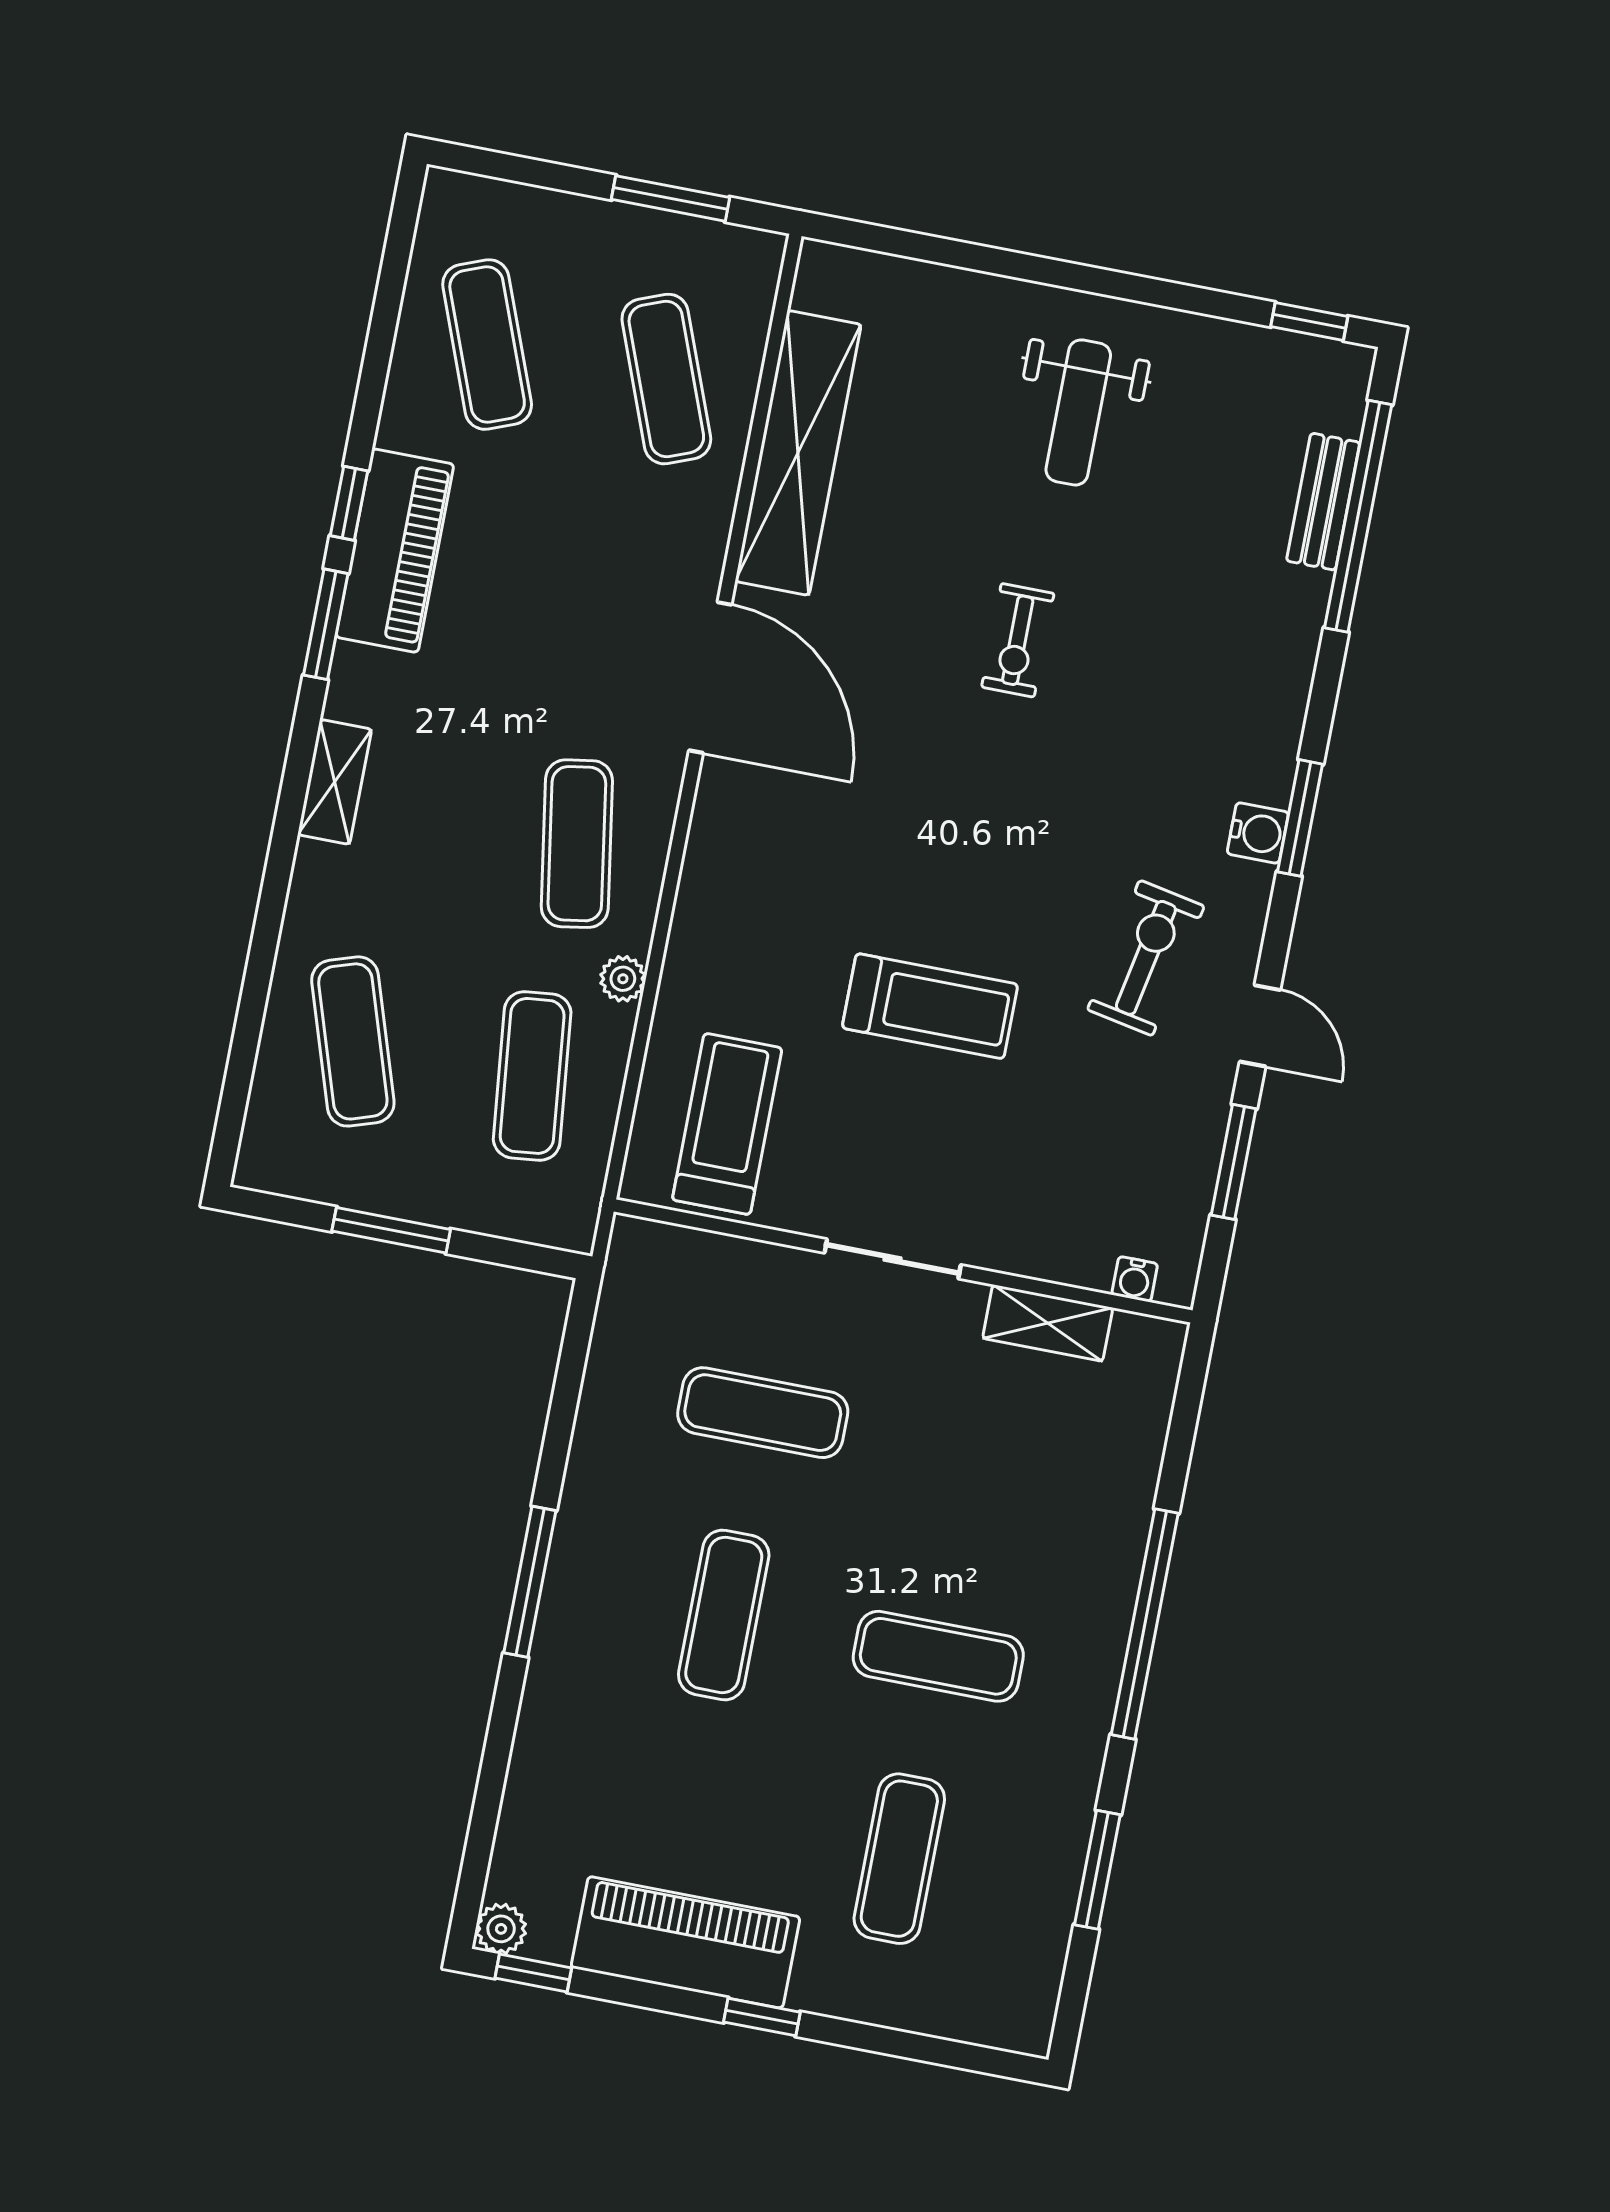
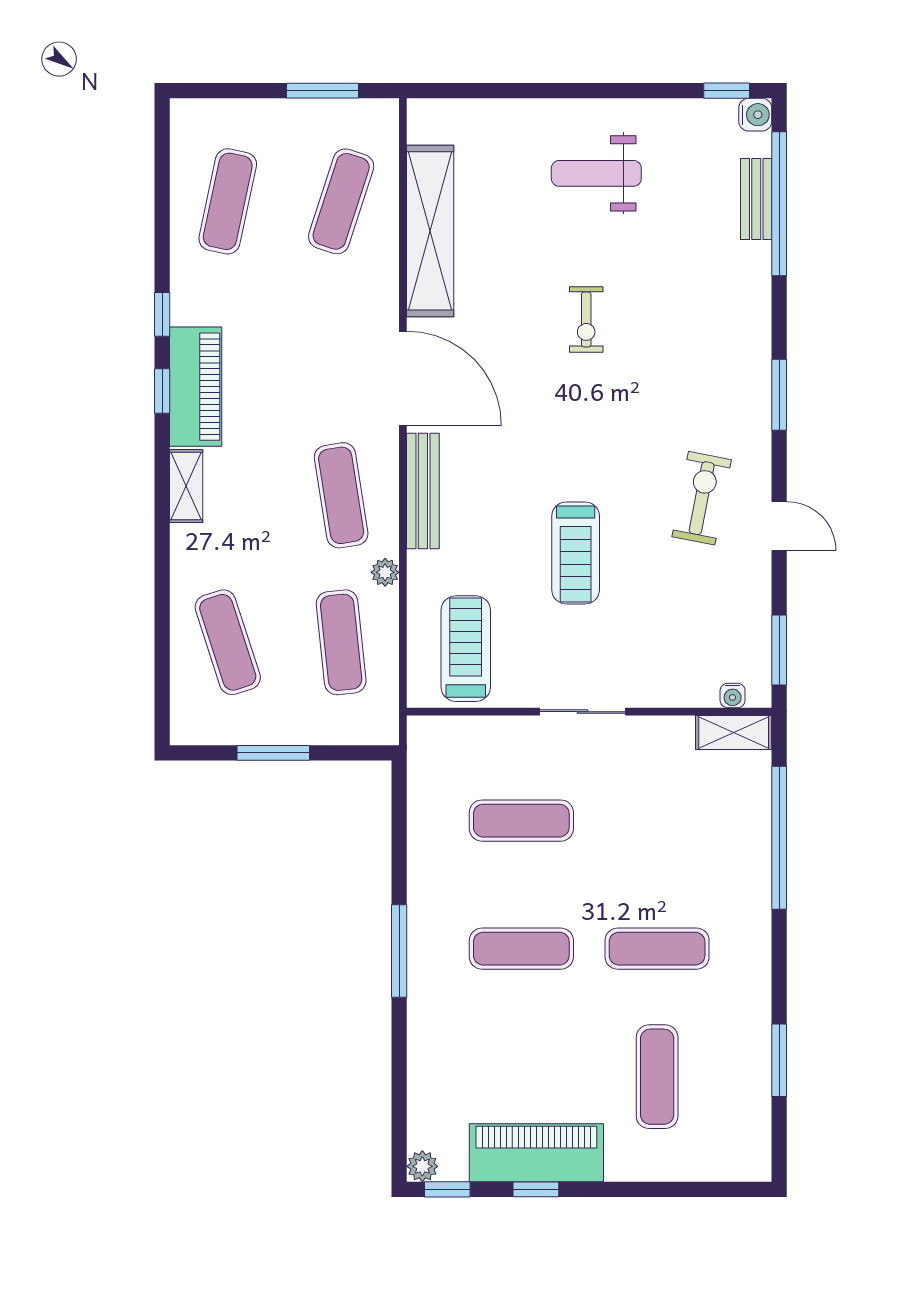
exercise mat: (487, 345) -> (228, 201), turned 33
exercise mat: (666, 379) -> (341, 201), turned 39
weight bench: (1078, 412) -> (596, 173), turned 90
piano: (395, 551) -> (196, 387), moved
window: (326, 624) -> (162, 391), width x0.67
water cooler: (1258, 833) -> (755, 115), moved
bench: (707, 862) -> (423, 491), added
treadmill: (930, 1006) -> (576, 553), turned 90
window: (1234, 1162) -> (779, 650), moved
shelving: (1048, 1323) -> (734, 732), moved
exercise mat: (724, 1615) -> (521, 949), turned 90
window: (1145, 1624) -> (779, 838), moved
window: (762, 2017) -> (536, 1189), moved

